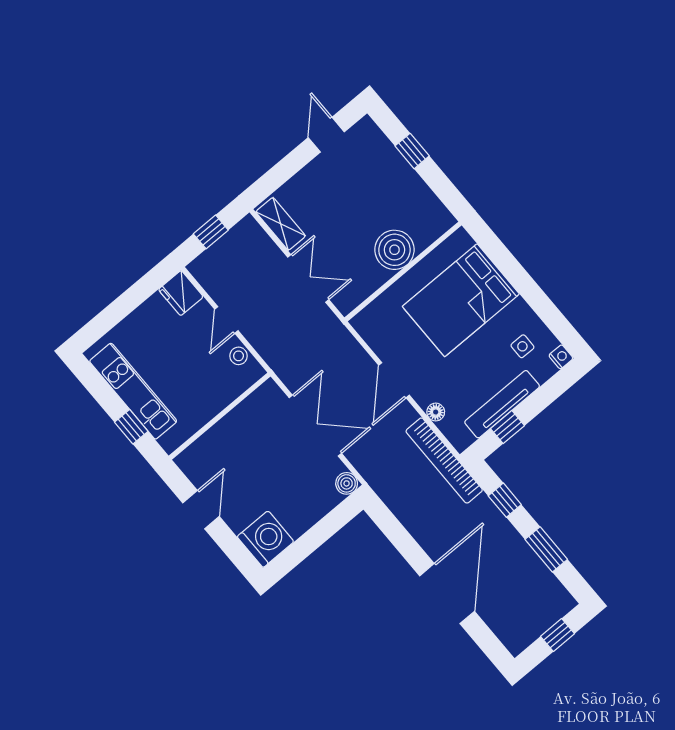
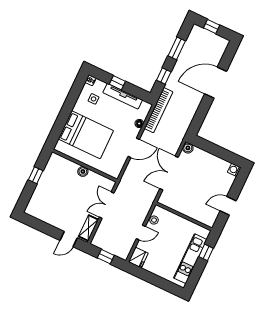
door: (326, 135) -> (69, 239), moved
window: (412, 151) -> (36, 175), moved
boiler: (394, 250) -> (83, 171), width x0.54, depth x0.54
window: (507, 427) -> (117, 83), moved
washing machine: (266, 539) -> (234, 170), width x0.53, depth x0.53

